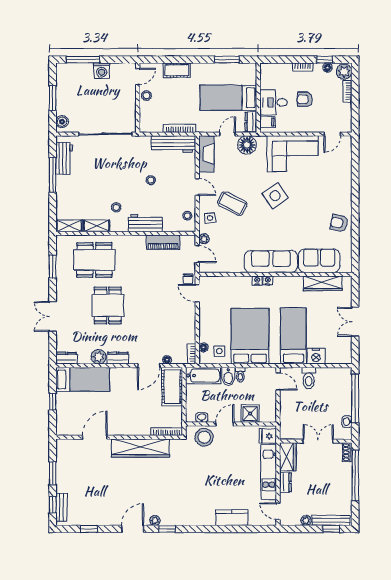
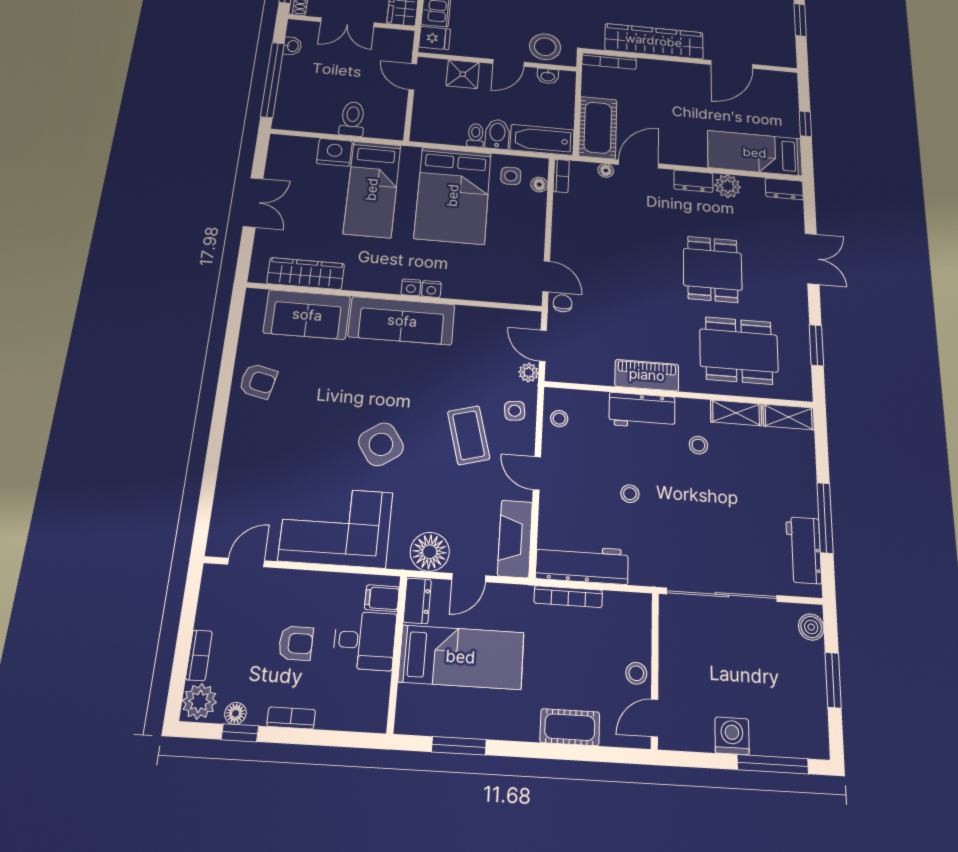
coffee table: (232, 204) -> (469, 435), turned 48
piano: (163, 242) -> (647, 375), moved
door: (278, 381) -> (413, 77), moved

